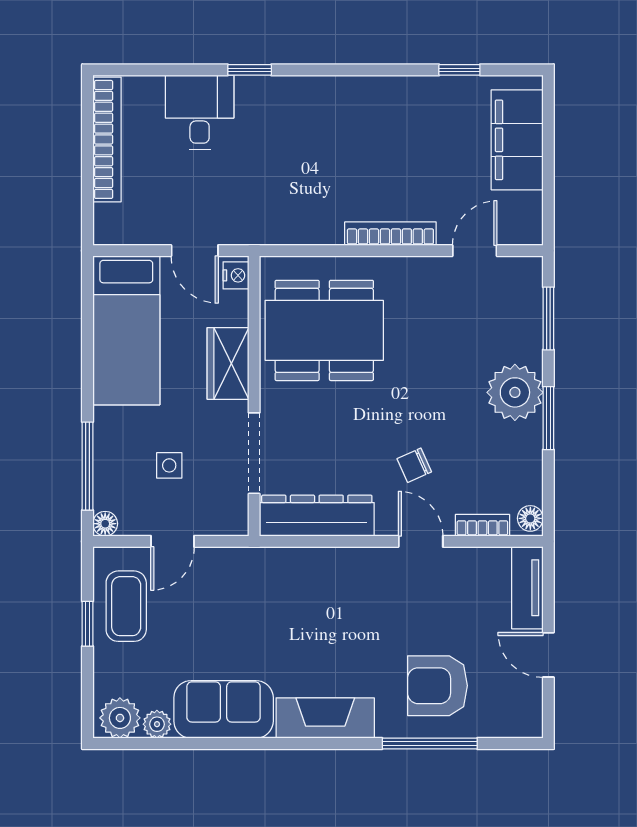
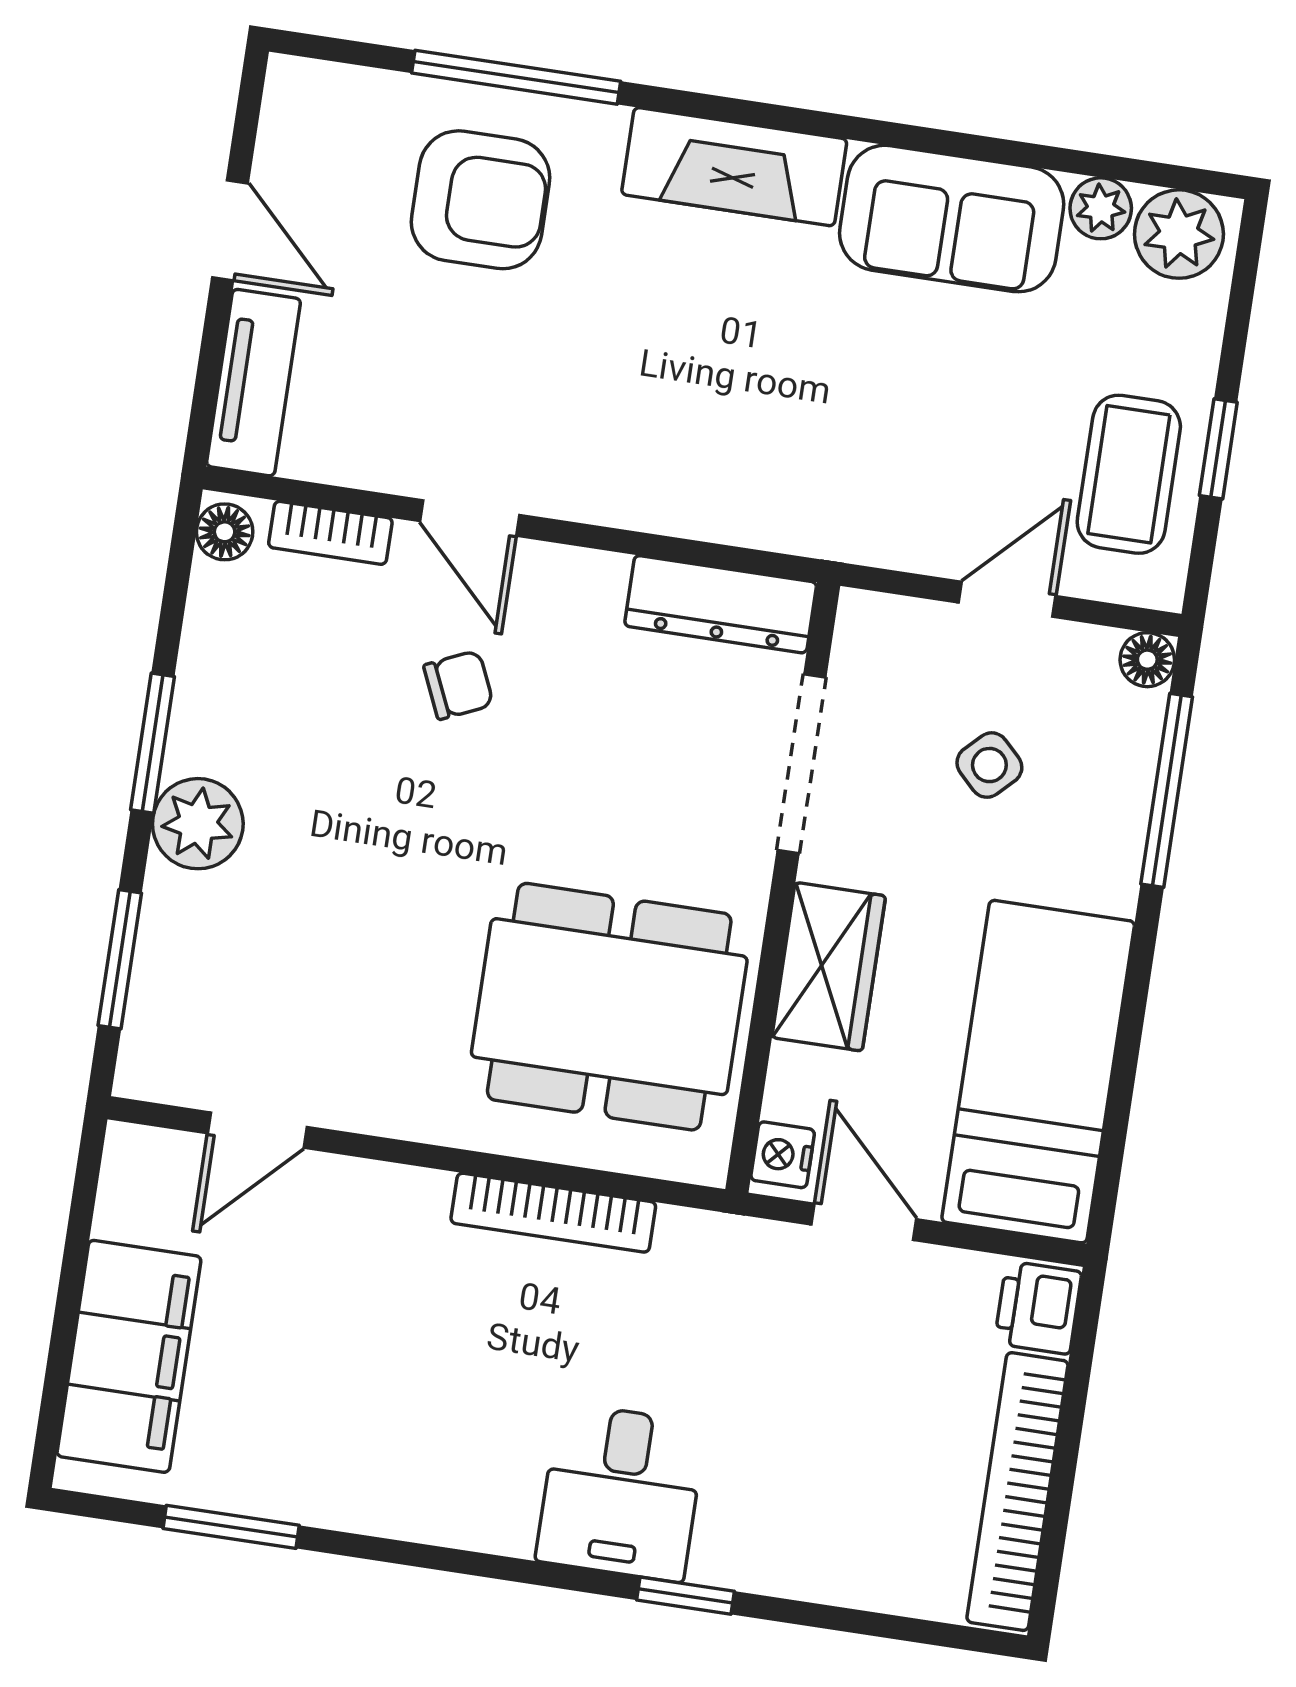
window: (459, 70) -> (231, 1527), width x1.50
desk: (200, 112) -> (621, 1492), moved
printer: (110, 224) -> (1038, 1308), added
bookcase: (390, 234) -> (553, 1213), moved
plant: (515, 392) -> (198, 824), width x0.73, depth x0.73
side table: (169, 465) -> (989, 765), turned 45
dresser: (317, 516) -> (721, 604), width x0.73, depth x0.80

